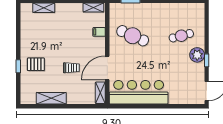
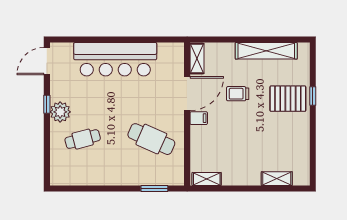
filing cabinet: (99, 32) -> (199, 118), moved
pallet: (36, 64) -> (288, 99), width x1.50, depth x1.42
bar counter: (139, 92) -> (115, 59), moved
shelving: (51, 98) -> (266, 51), width x1.47

